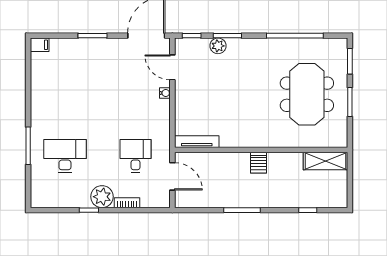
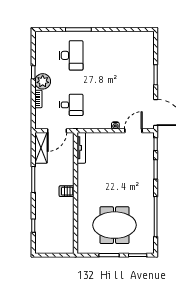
filing cabinet: (40, 45) -> (149, 38), removed
plant: (218, 46) -> (148, 163), removed
shelving: (325, 161) -> (41, 148), moved

